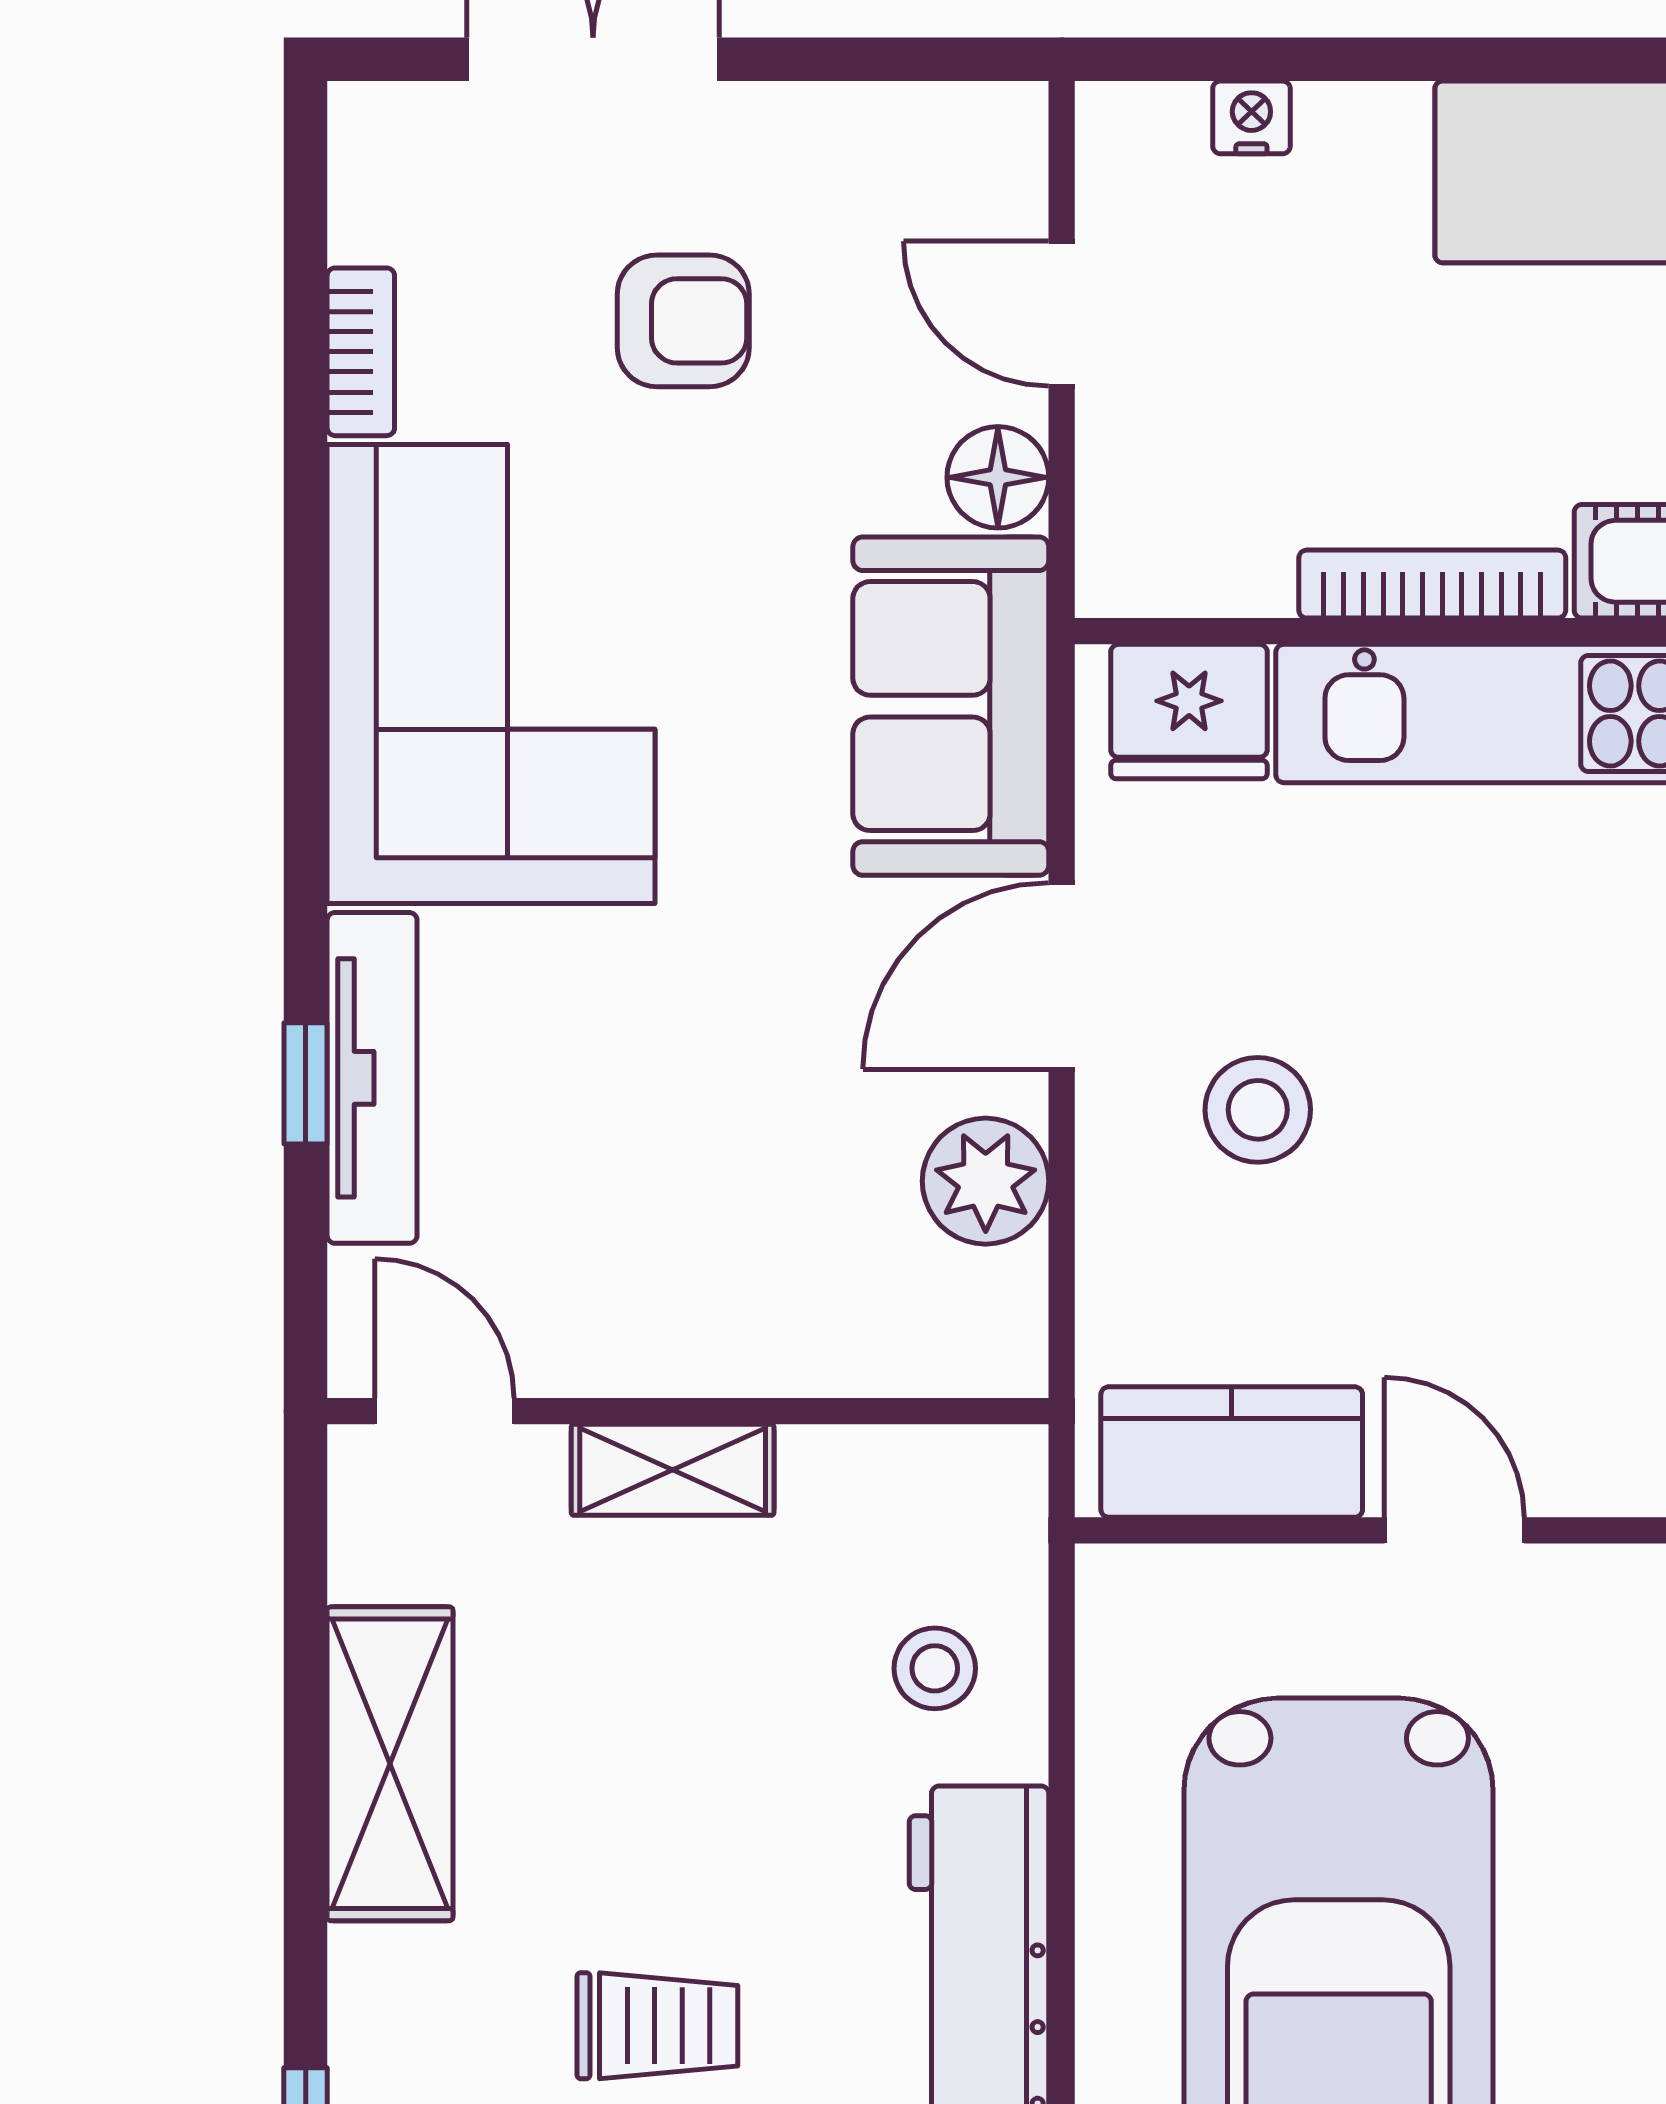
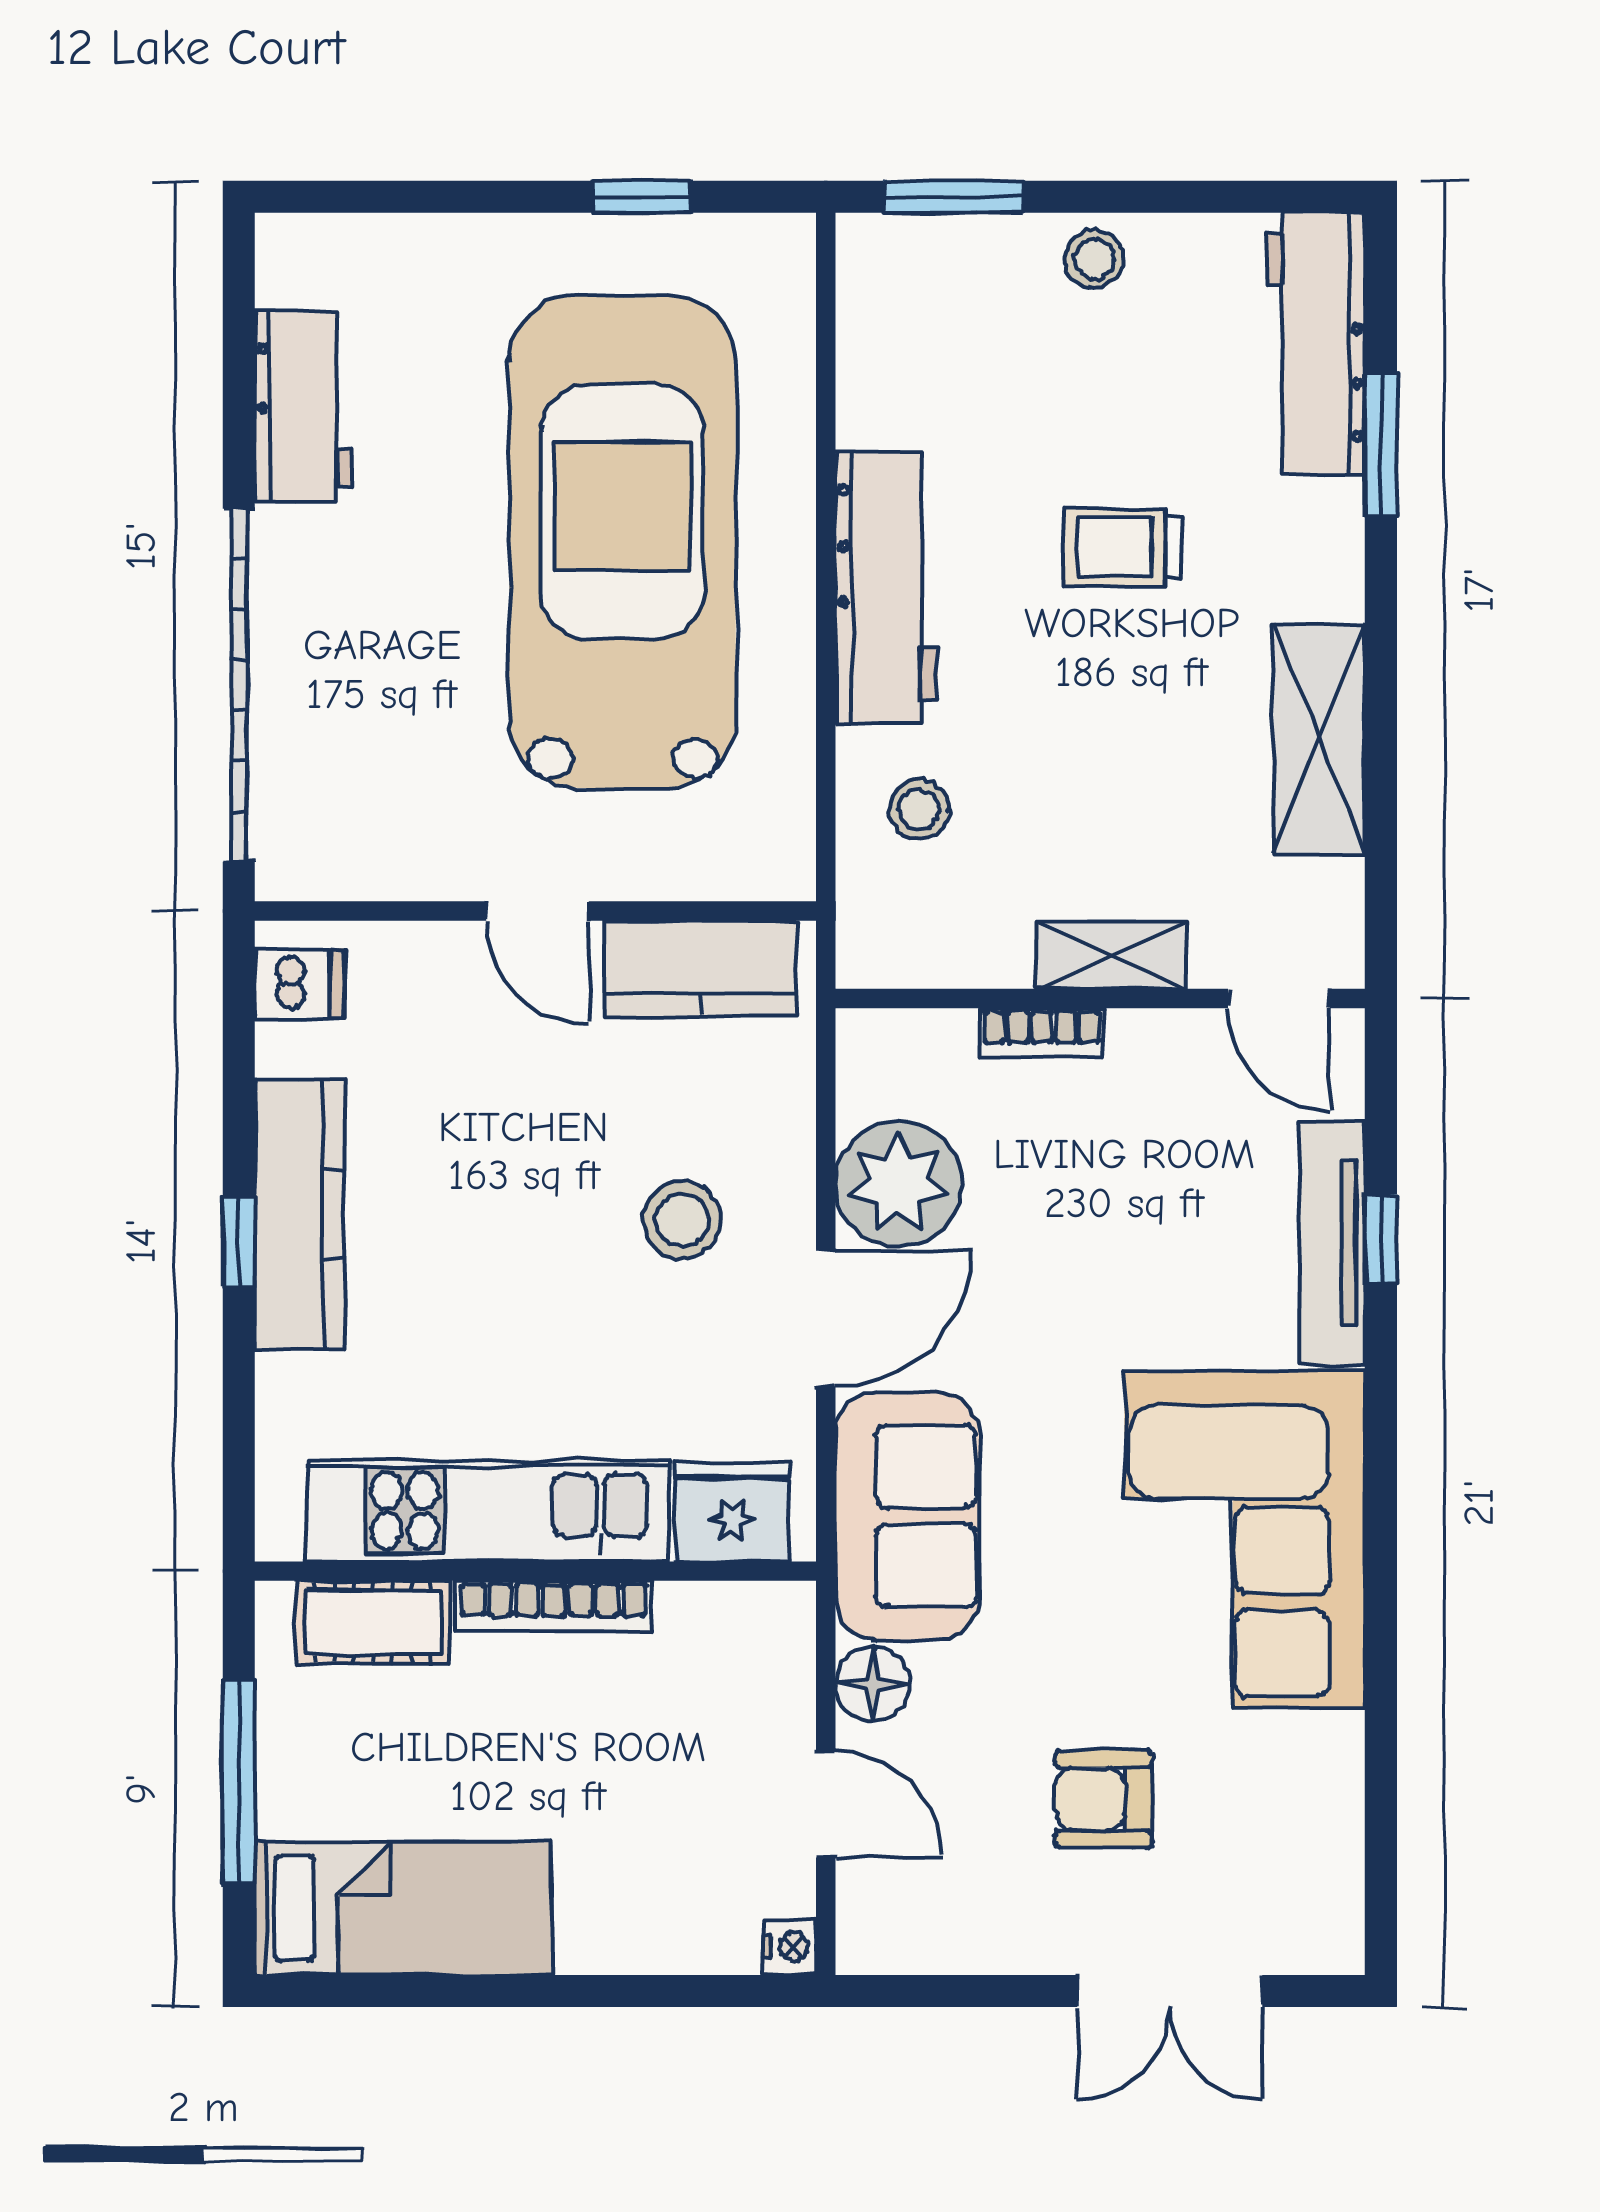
nightstand: (1251, 117) -> (789, 1947), moved, turned -90
bookcase: (361, 352) -> (1042, 1033), moved, turned -90
plant: (986, 1181) -> (898, 1184), width x1.36, depth x1.36

